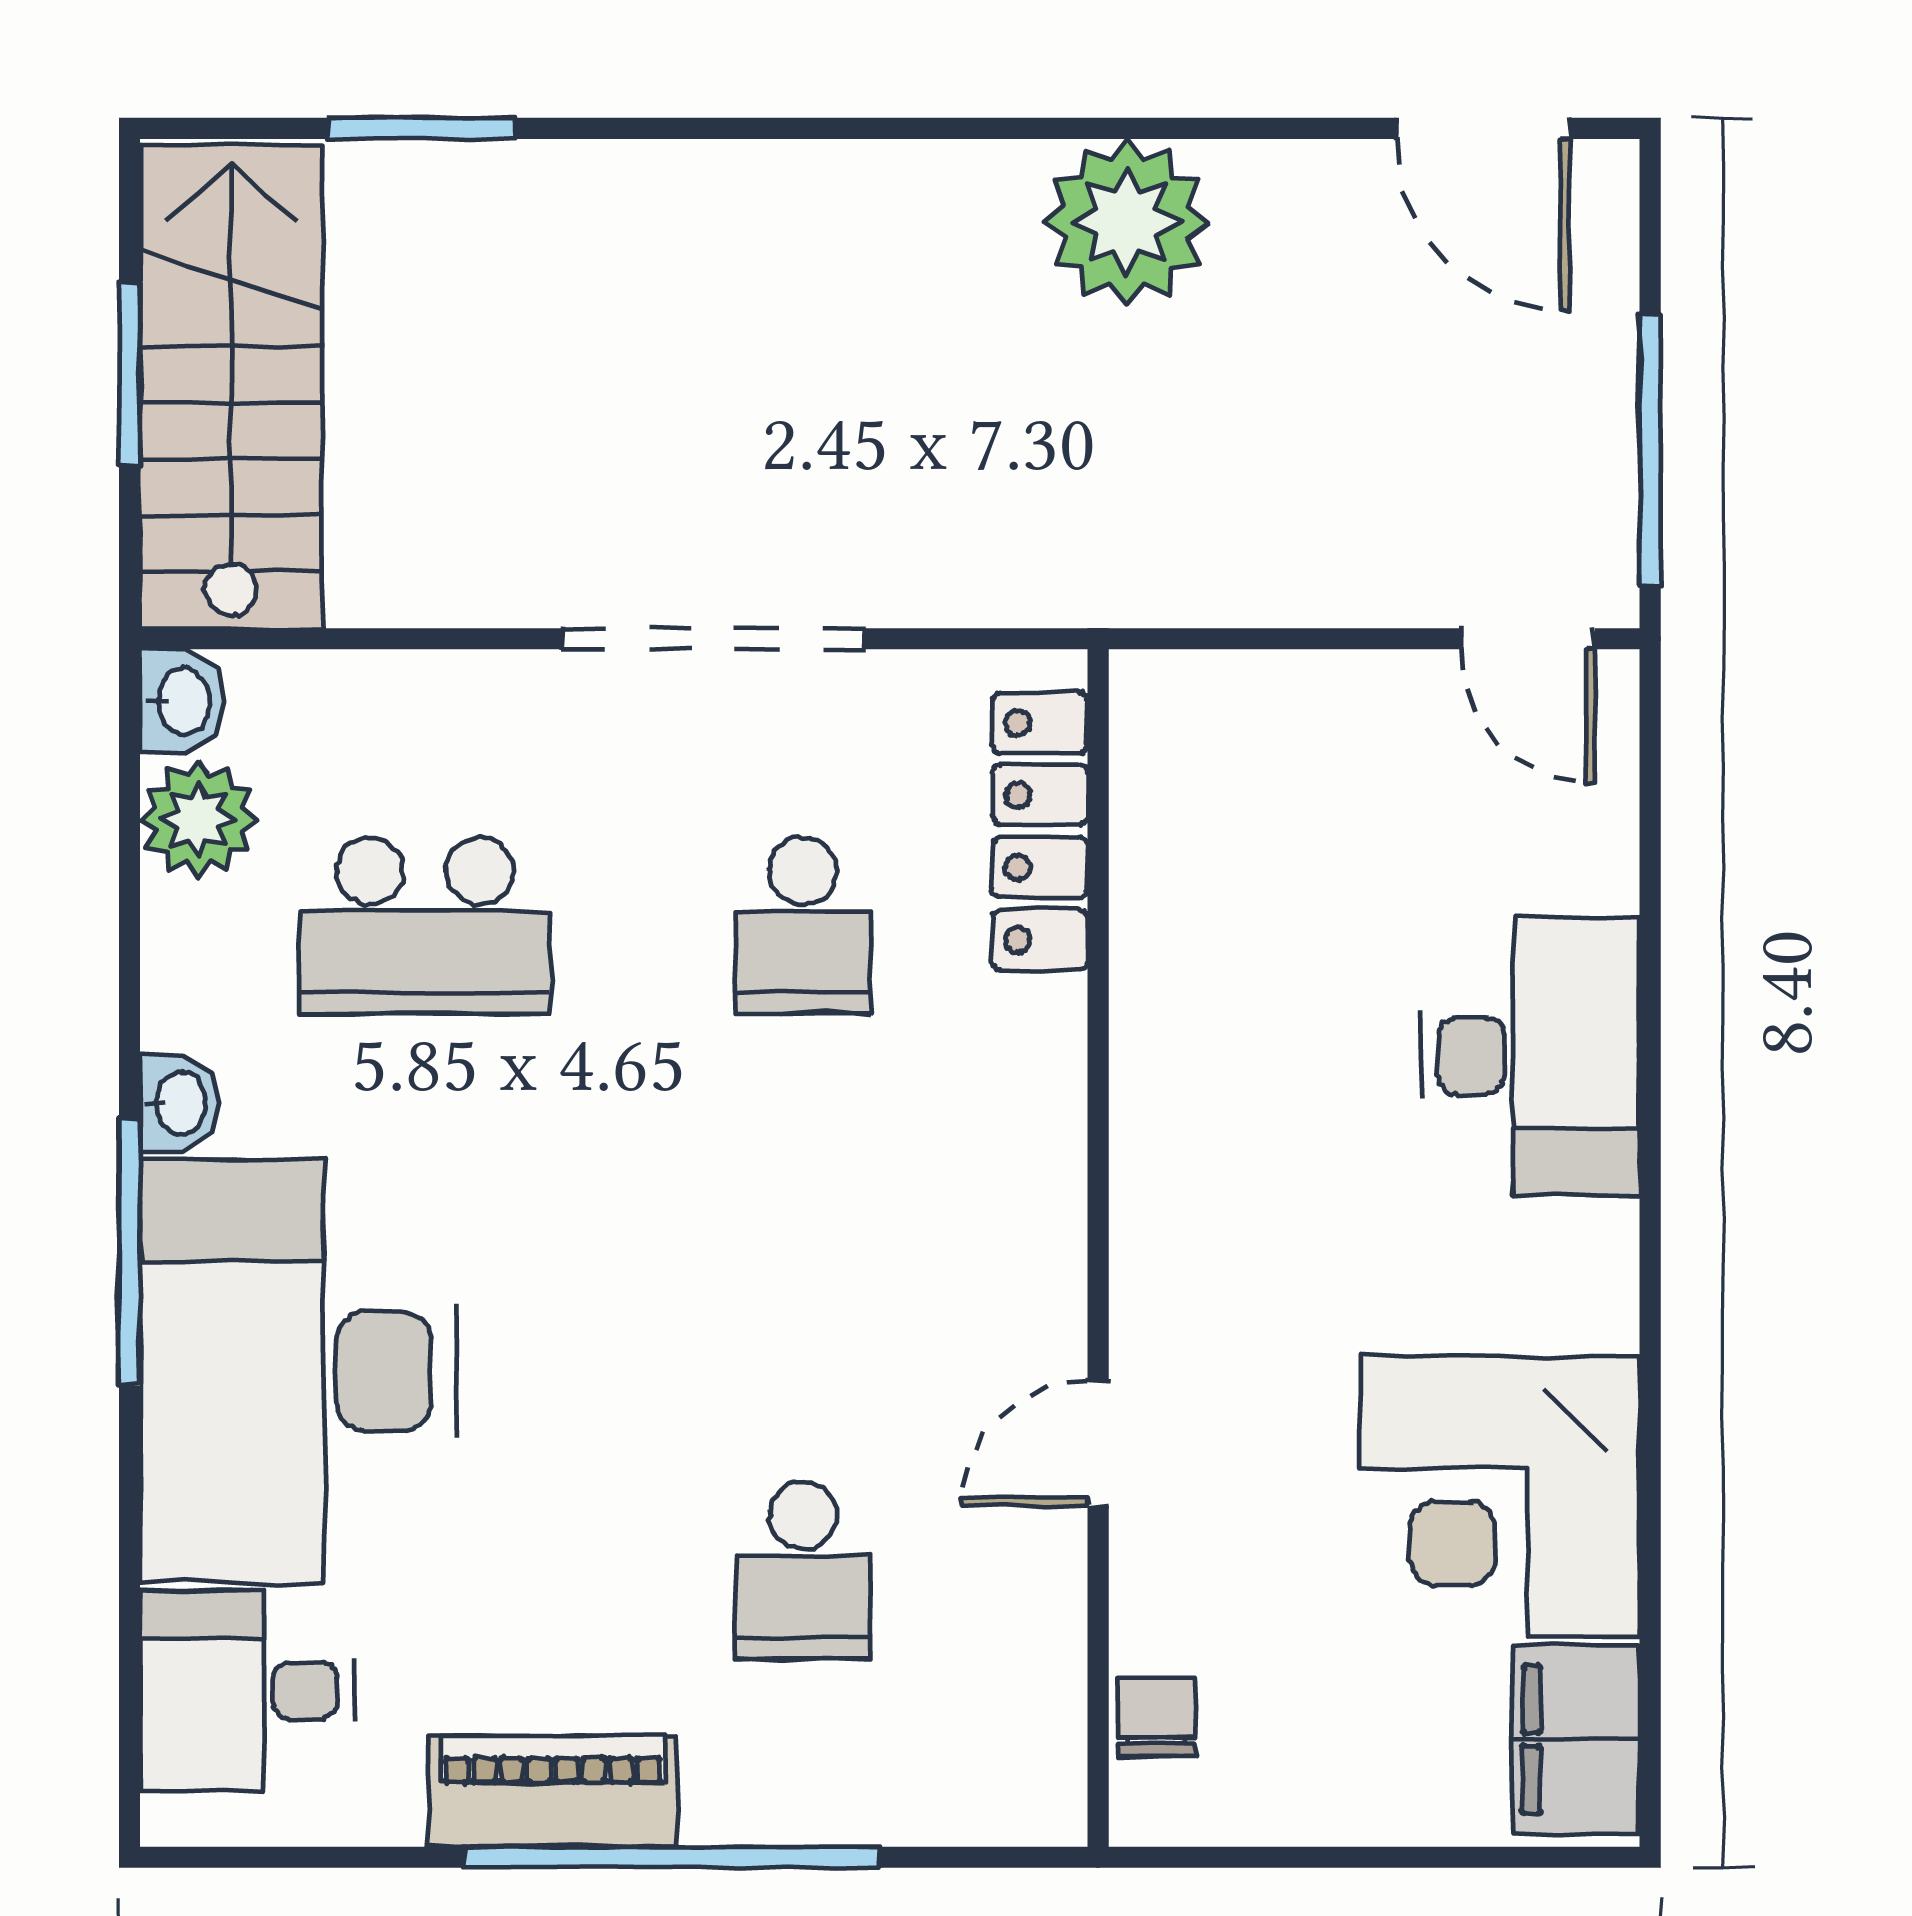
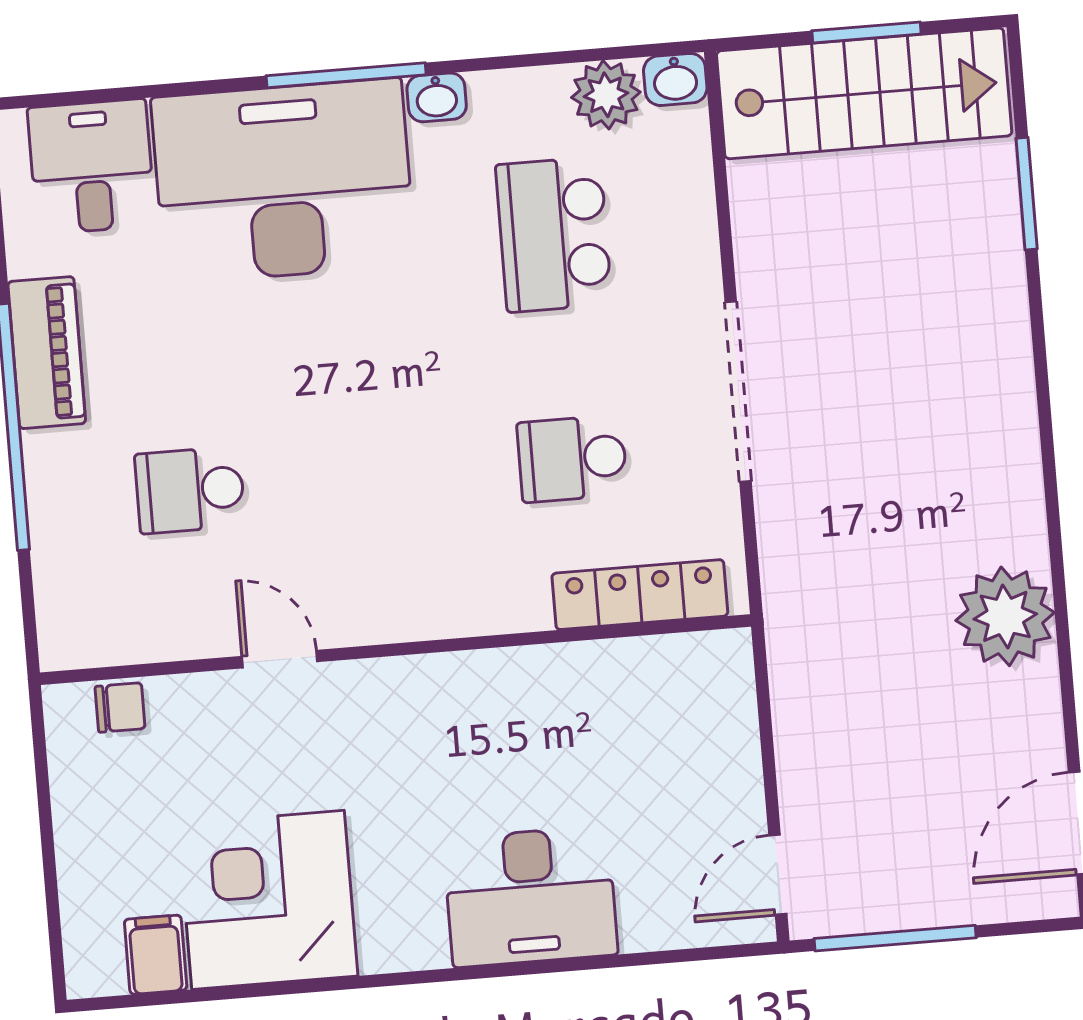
filing cabinet: (1576, 1740) -> (156, 955), width x0.50

